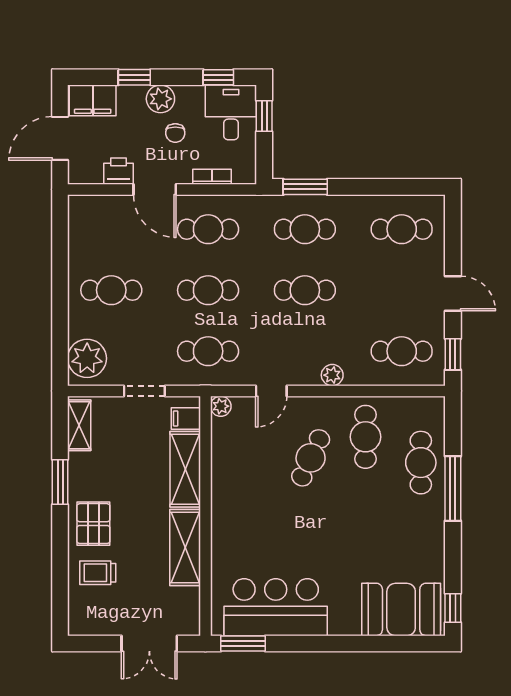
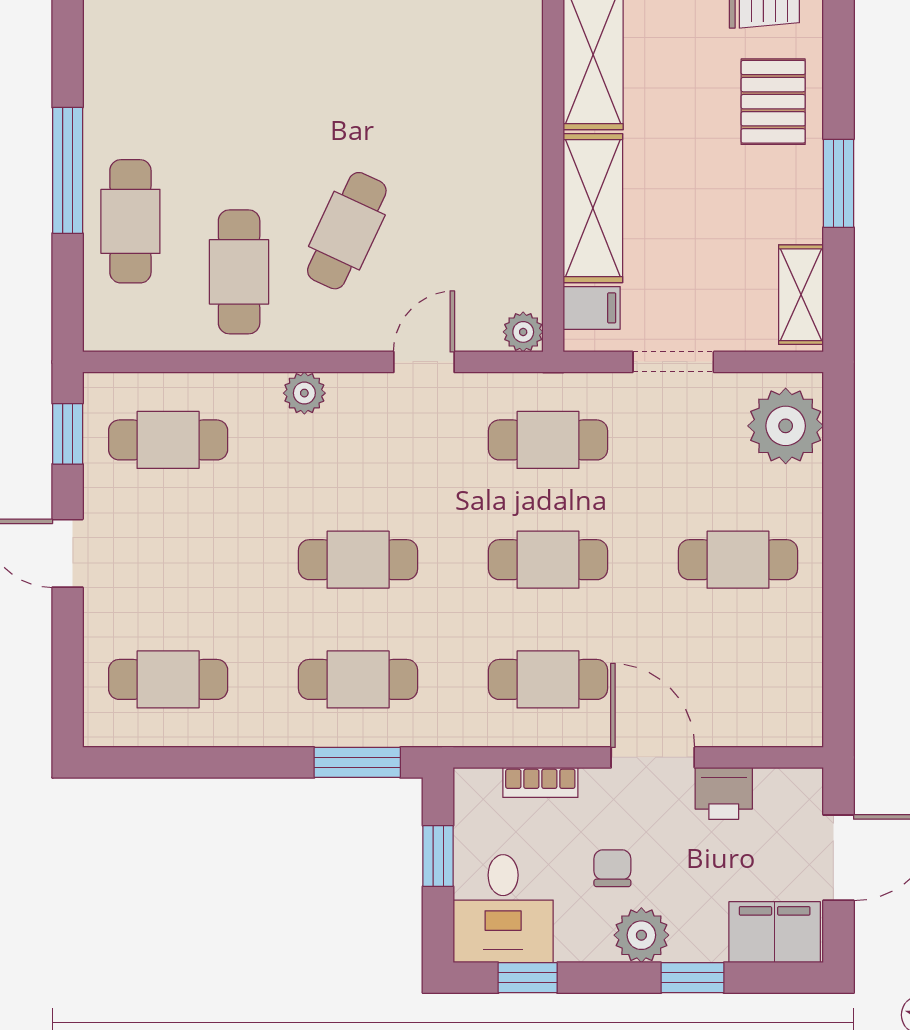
window: (264, 116) -> (438, 856), moved

